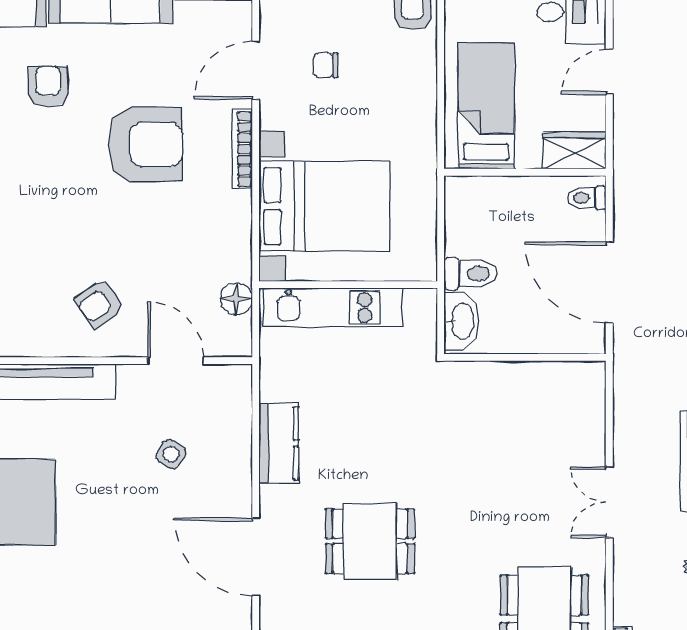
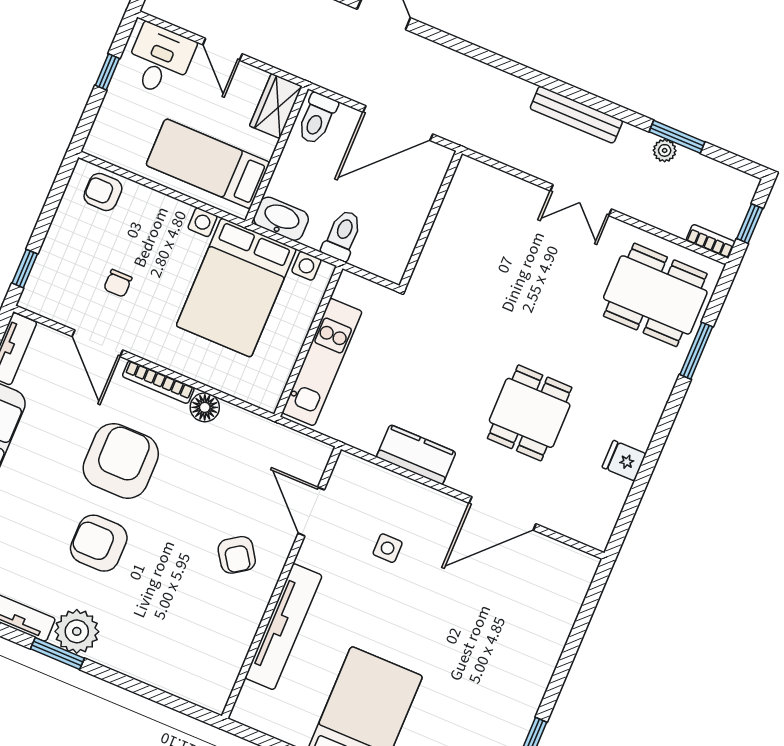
armchair: (48, 87) -> (99, 543), moved, width x1.38, depth x1.38
toilet: (587, 198) -> (317, 119), width x1.37, depth x1.39
bed with nightstands: (324, 206) -> (236, 288), moved, turned 180
floor lamp: (236, 299) -> (205, 407), moved
washbasin: (462, 321) -> (281, 219), moved
door: (176, 361) -> (311, 512), hinge flipped
side table: (171, 454) -> (388, 548), turned -33

